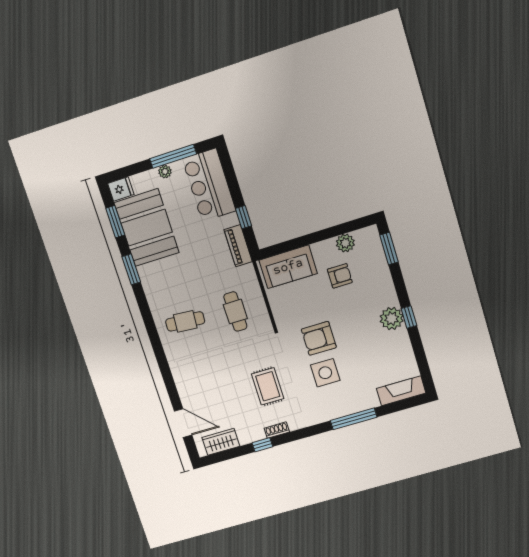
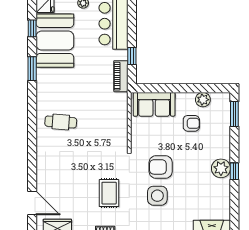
window: (115, 222) -> (32, 28), width x0.67
cafe table: (235, 312) -> (103, 126), removed

